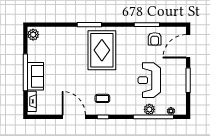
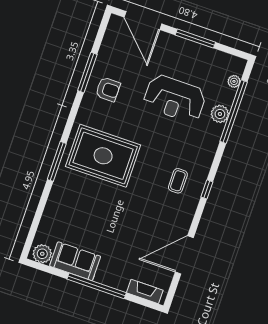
armchair: (155, 39) -> (108, 89), moved
sofa: (35, 76) -> (75, 261), moved
door: (74, 117) -> (184, 255), moved

